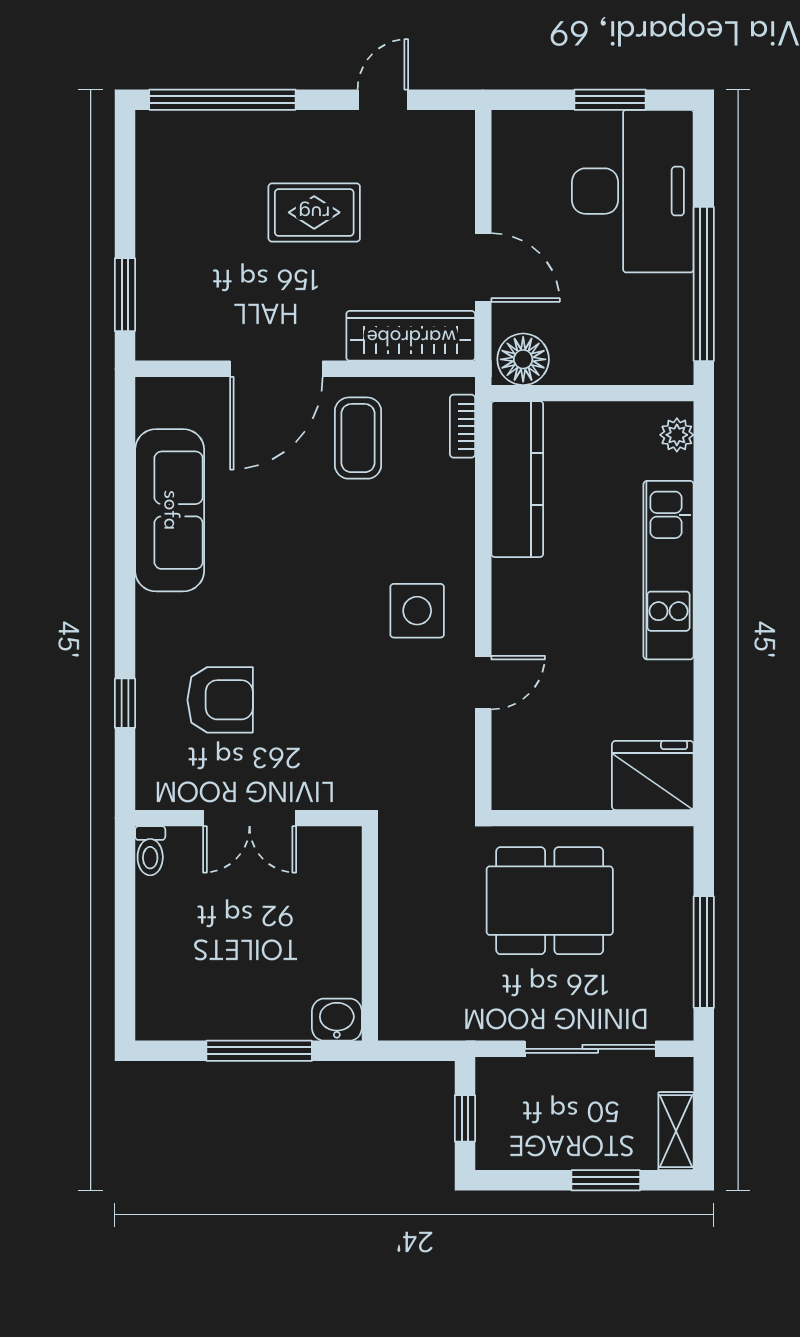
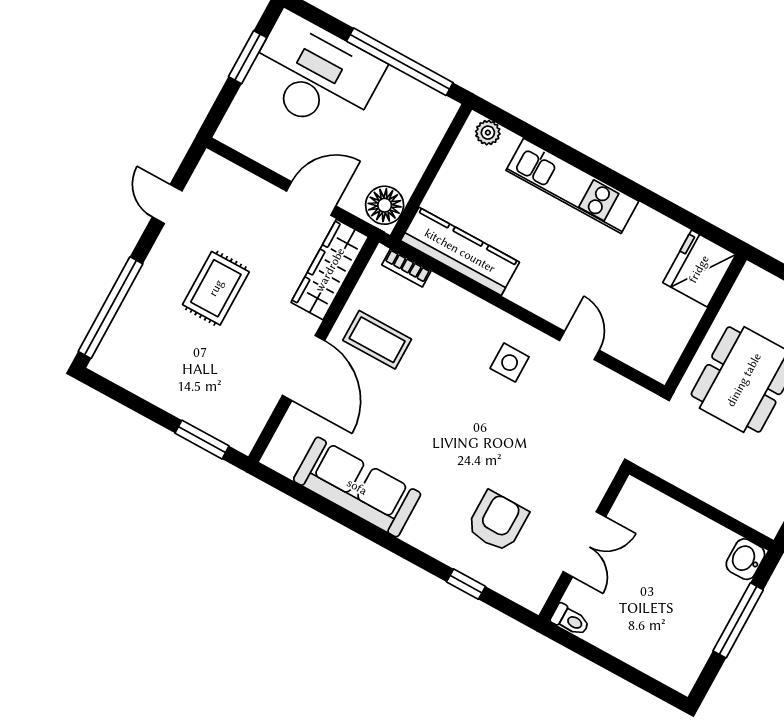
side table: (417, 611) -> (510, 363), width x0.73, depth x0.73

